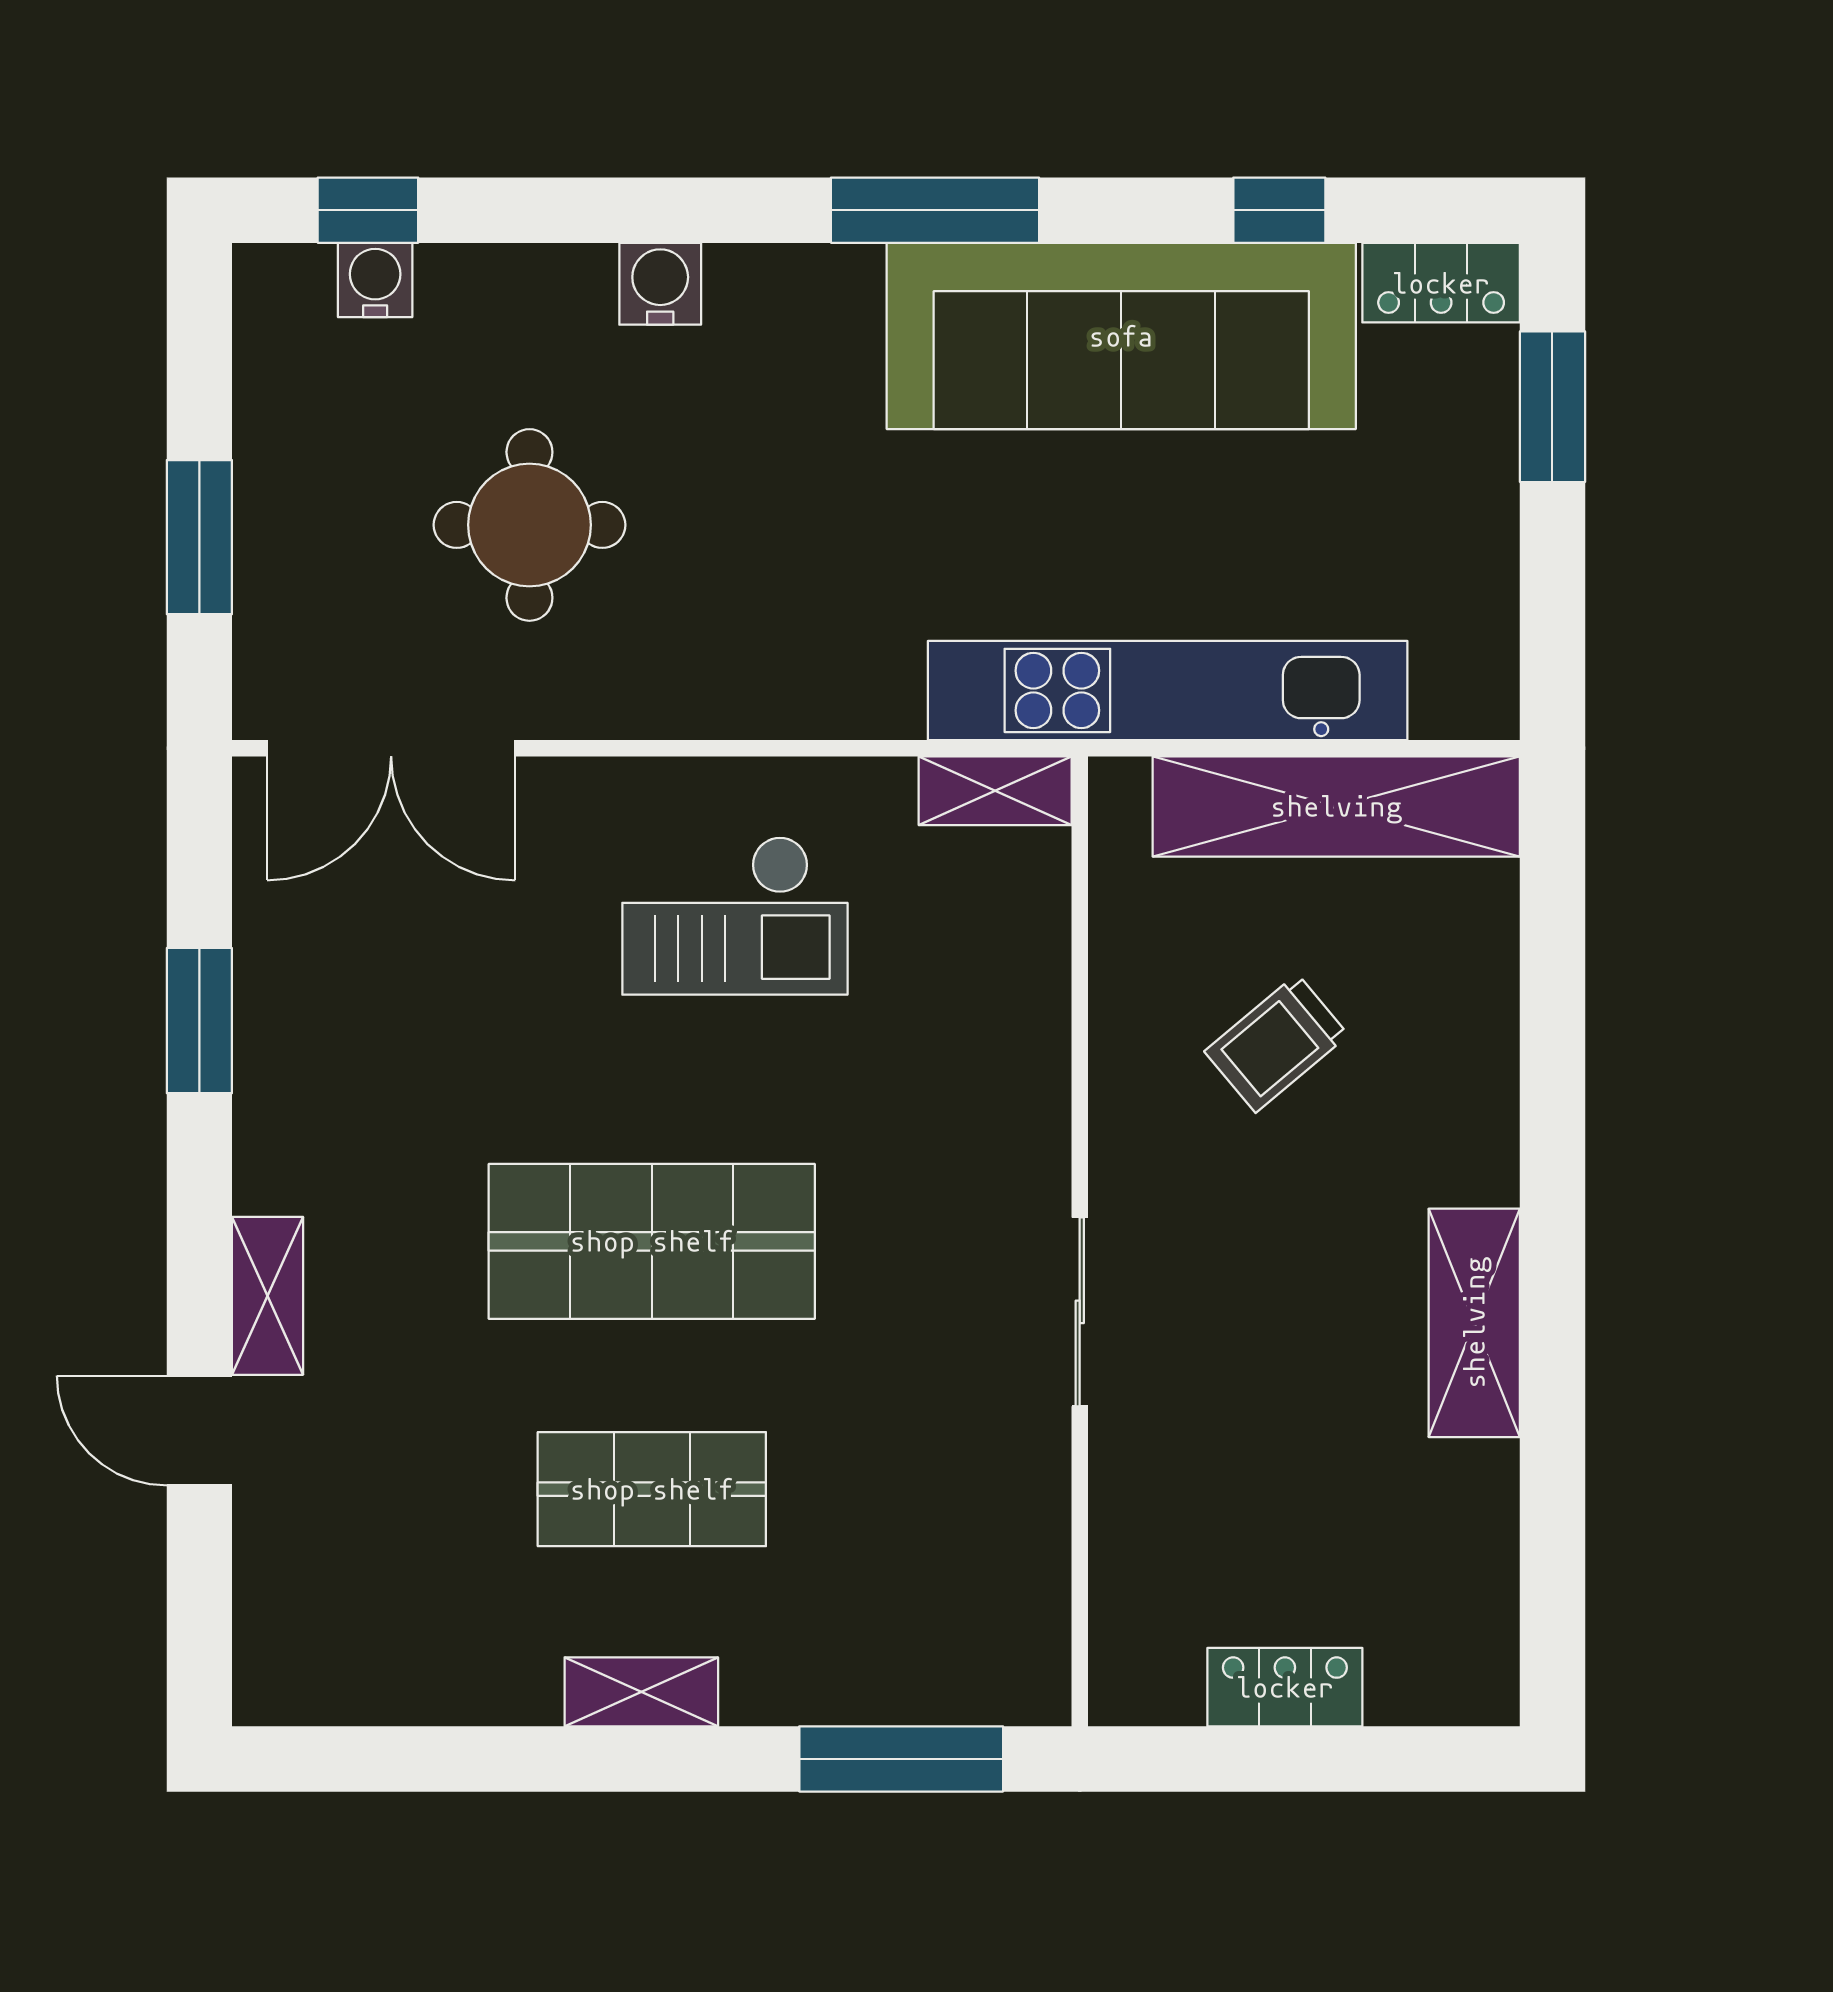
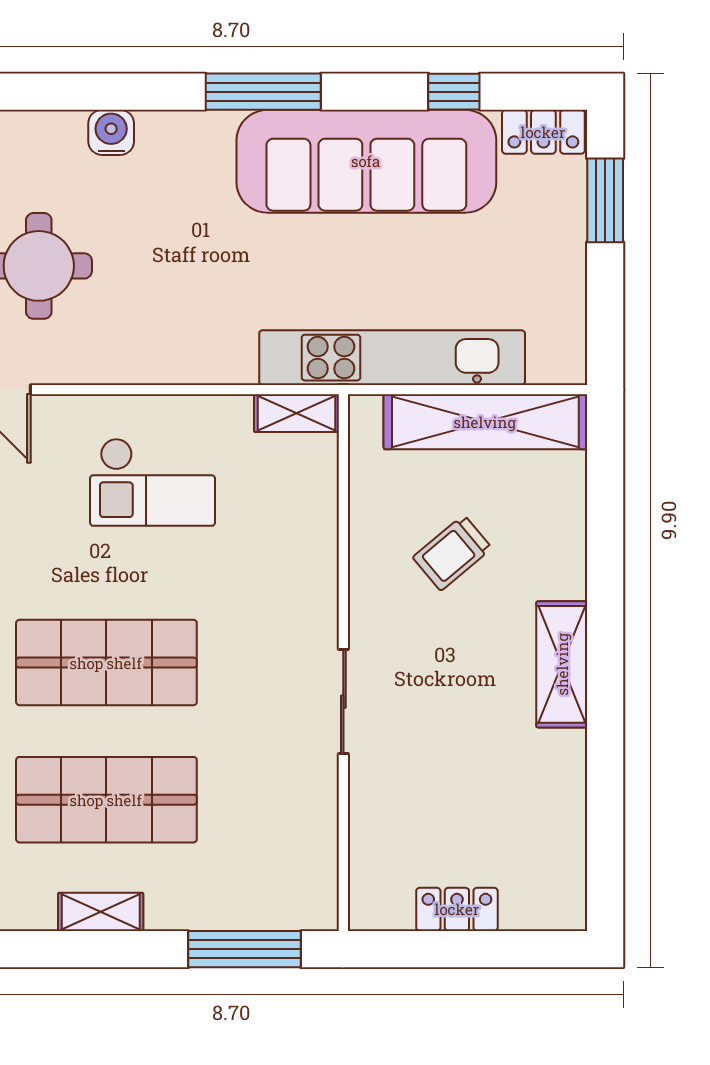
shelving: (1474, 1323) -> (562, 664), moved
shop shelf: (652, 1489) -> (106, 800), width x1.43, depth x1.36

